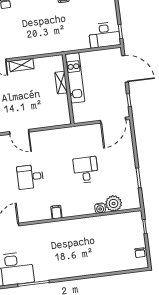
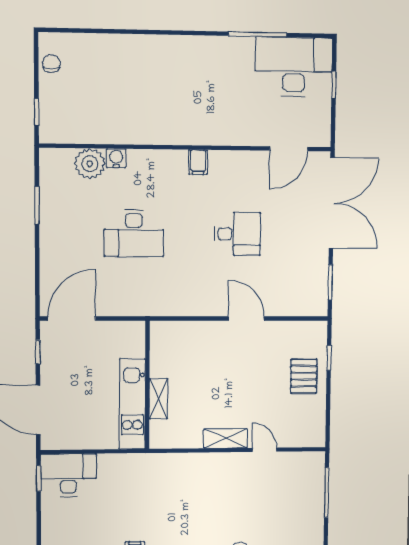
desk: (86, 170) -> (134, 233), width x1.37

